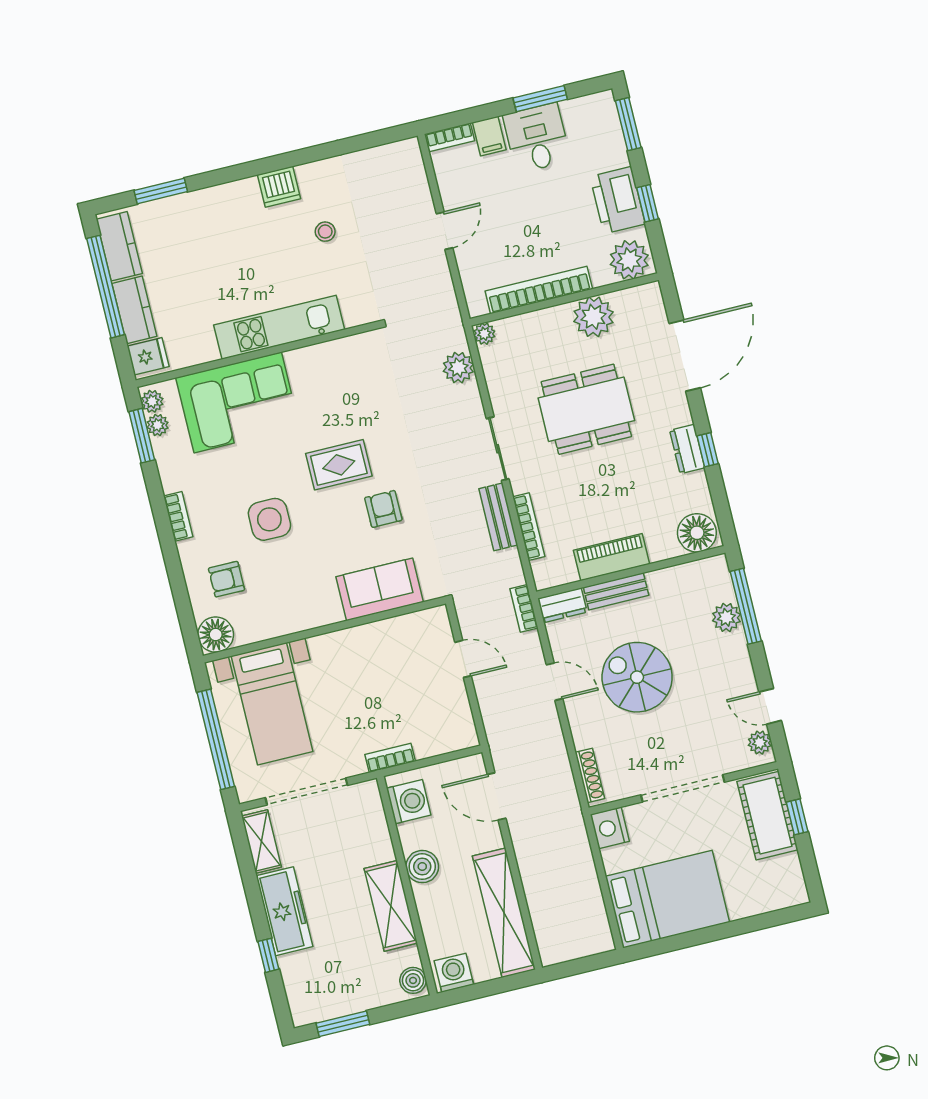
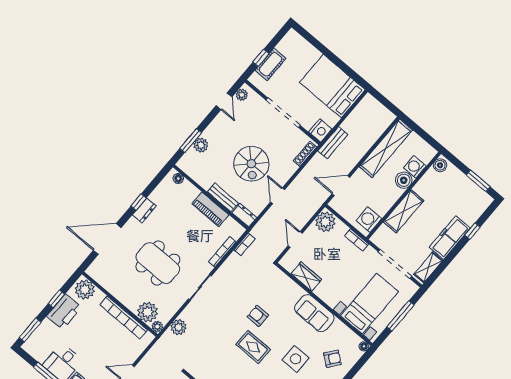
plant: (593, 317) -> (148, 312), moved
armchair: (383, 509) -> (258, 316), turned 90
bench: (498, 517) -> (333, 143), moved
floor lamp: (697, 533) -> (178, 178), width x0.53, depth x0.53
armchair: (226, 579) -> (332, 359), turned -52
sofa: (380, 589) -> (314, 313), moved
window: (746, 606) -> (191, 141), width x0.69
bookcase: (524, 608) -> (244, 244), moved
wardrobe: (390, 633) -> (306, 277), added
floor lamp: (216, 635) -> (364, 346), width x0.53, depth x0.53
plant: (456, 729) -> (325, 222), added
window: (216, 739) -> (400, 316), width x0.68
door: (497, 796) -> (341, 186), swing flipped
cot: (768, 816) -> (271, 64), width x0.73, depth x0.75
boiler: (422, 867) -> (404, 180), moved
shelving: (391, 906) -> (404, 211), moved
washing machine: (454, 973) -> (415, 167), moved, turned 90

